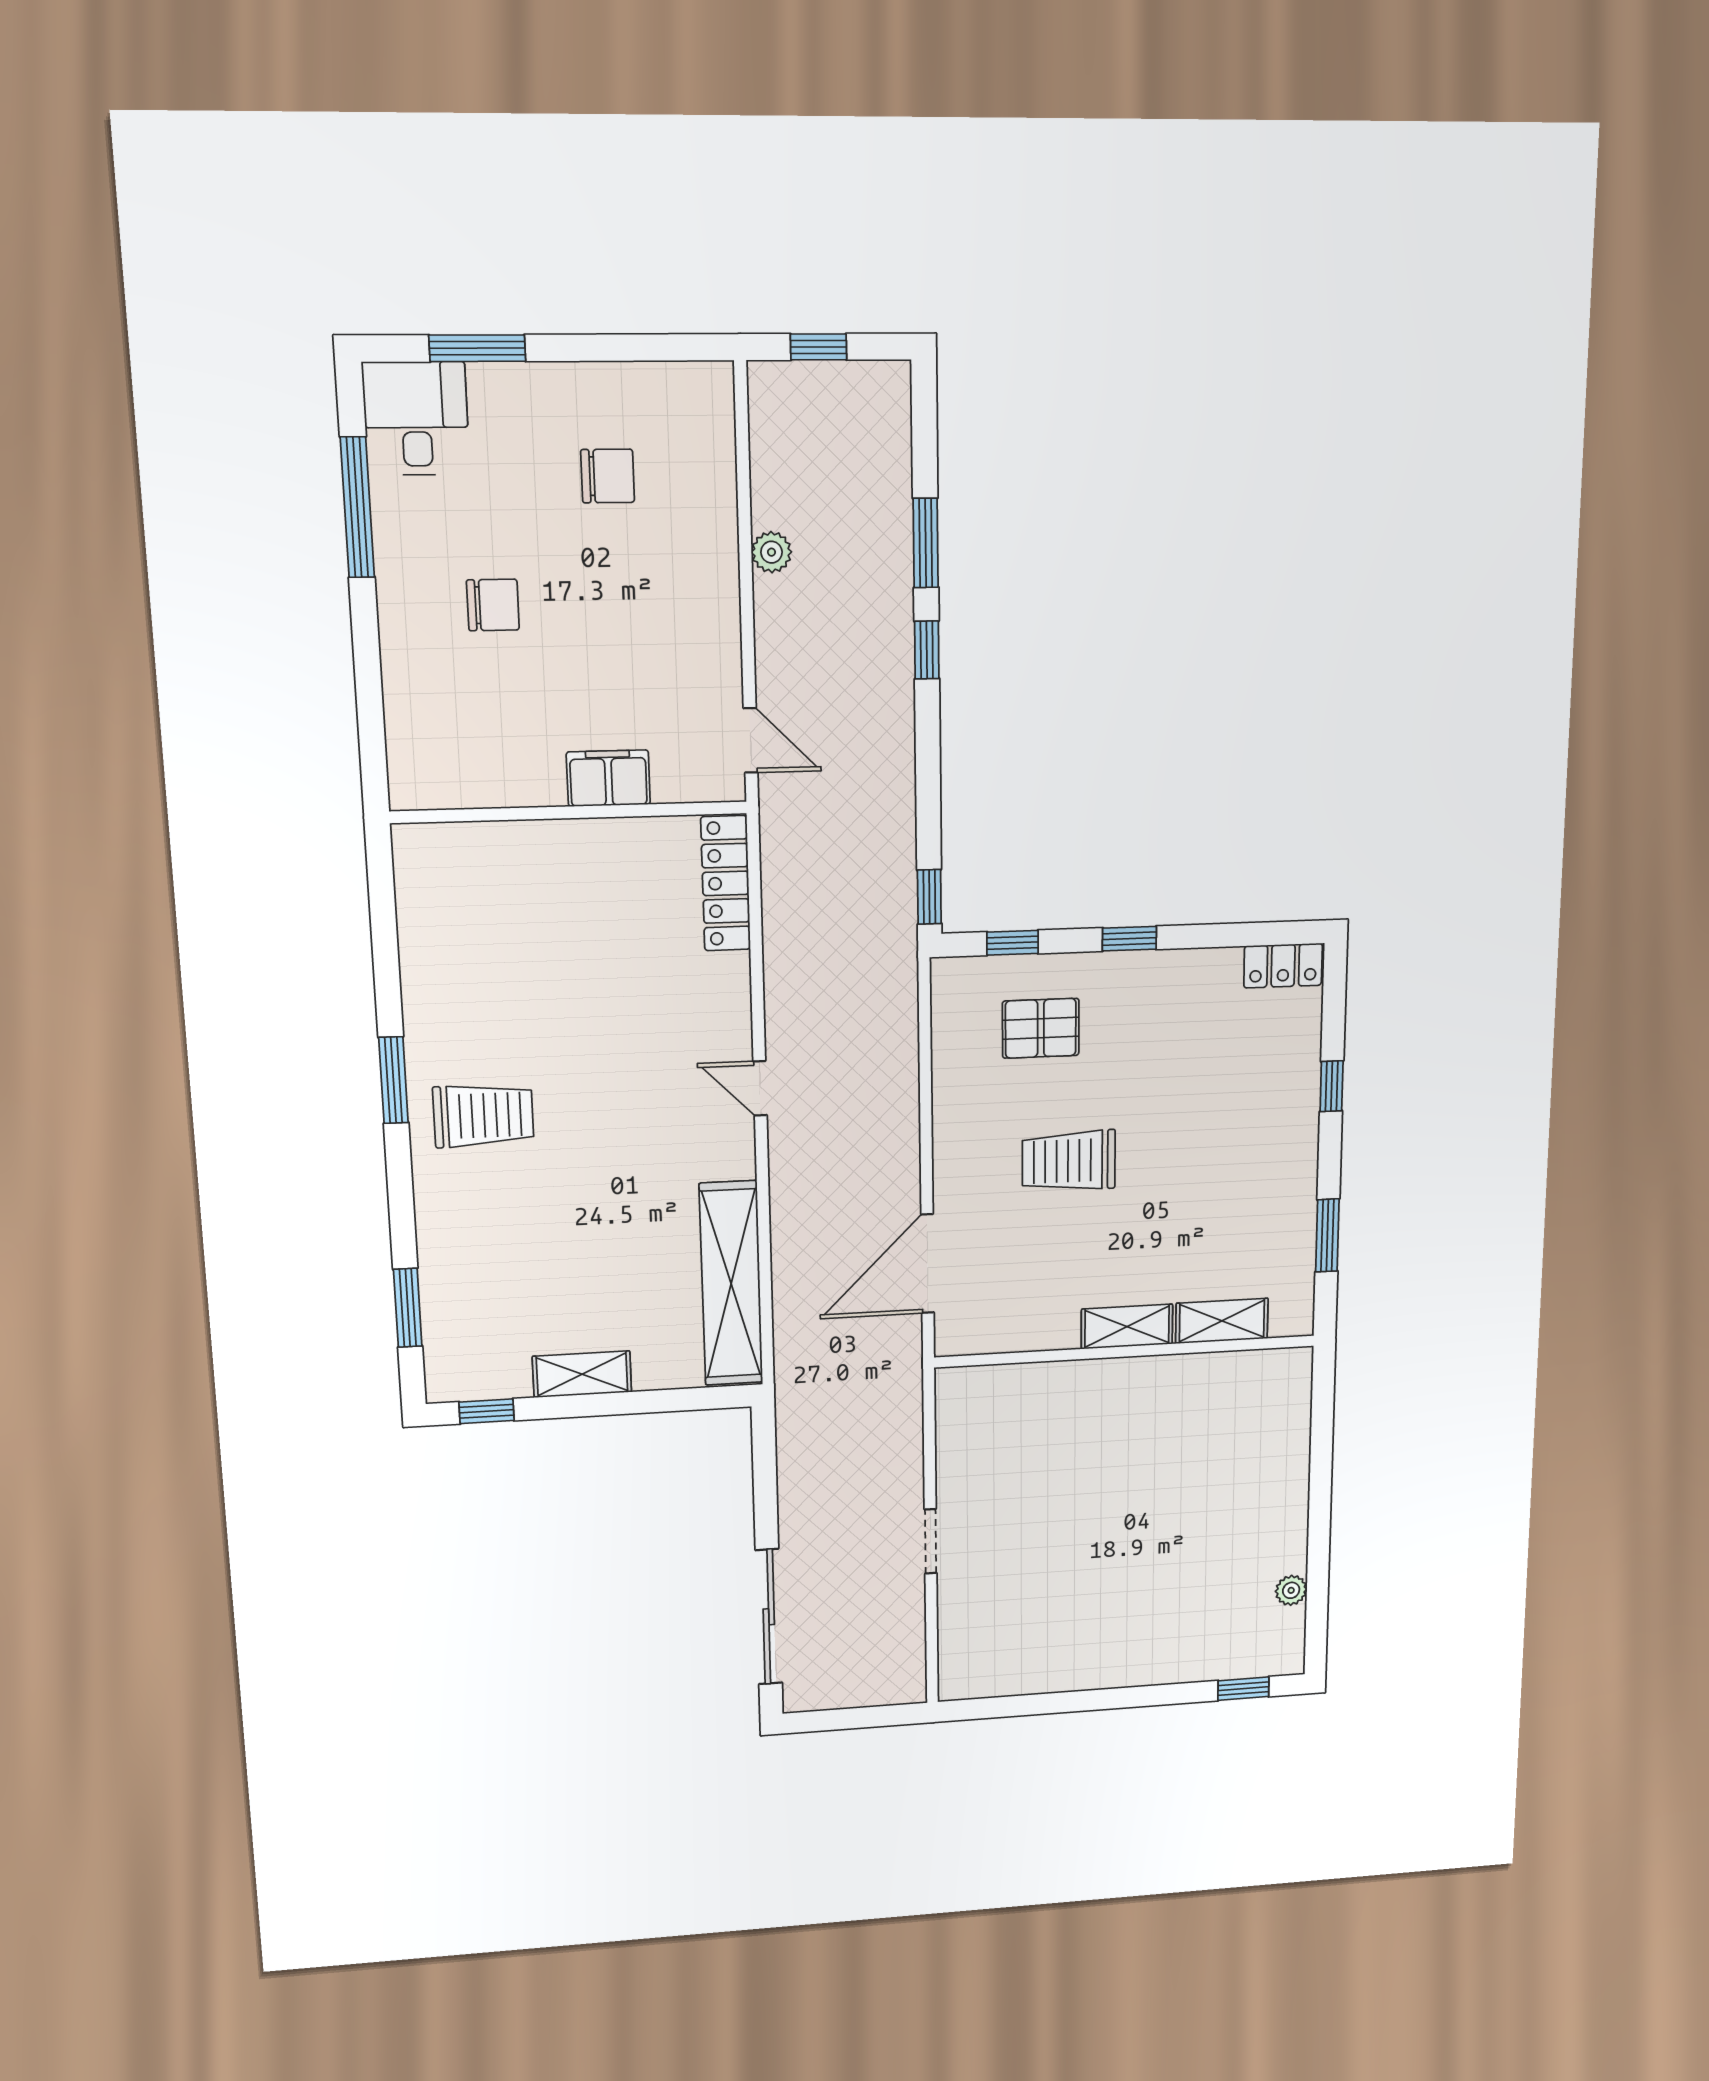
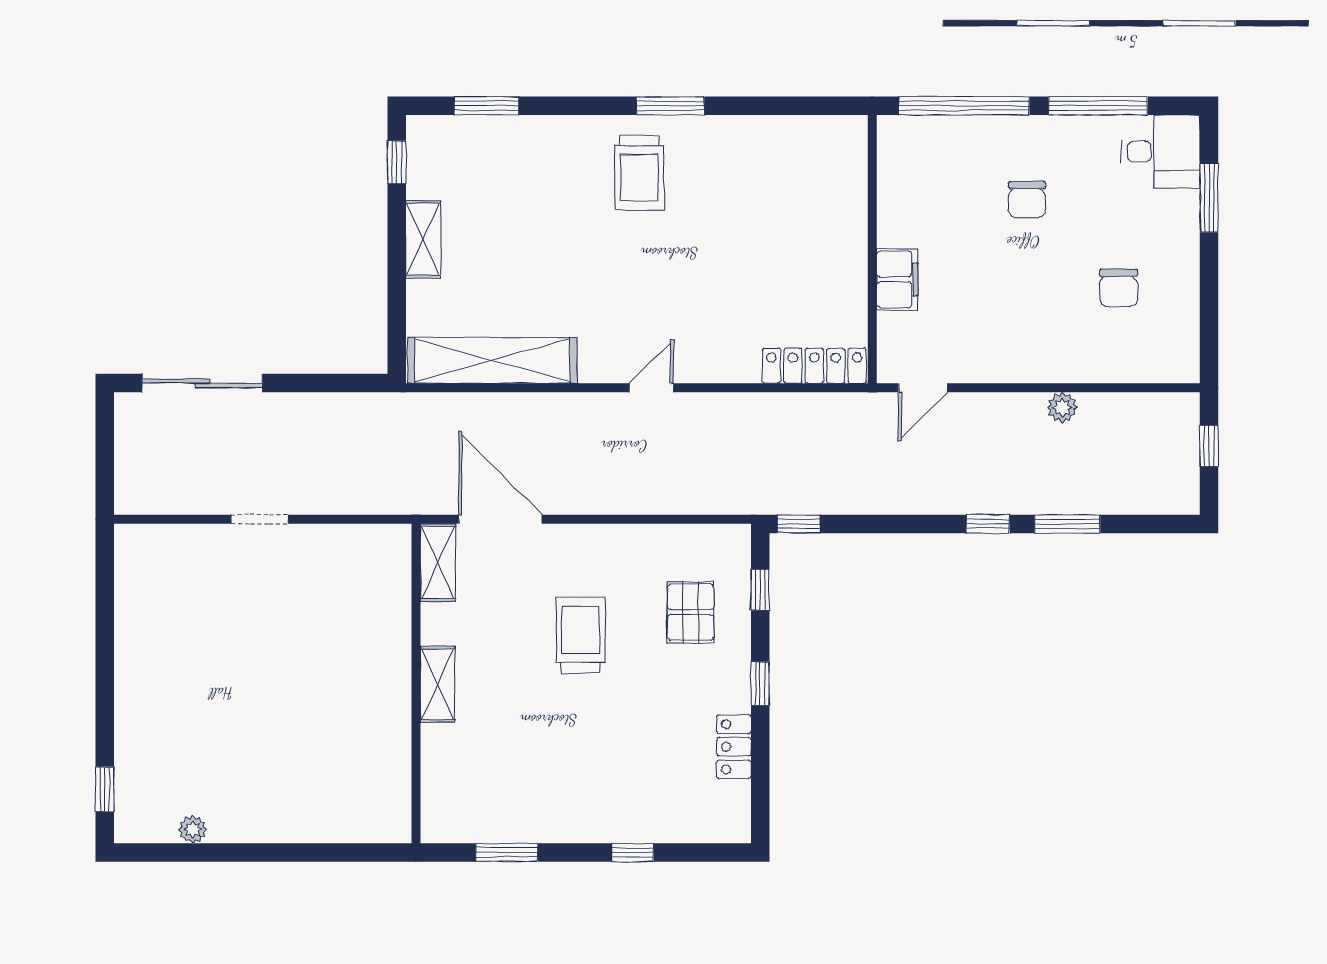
window: (369, 693) -> (964, 106), added
locker: (1283, 966) -> (734, 747), moved
shelving: (1222, 1321) -> (438, 563), moved

